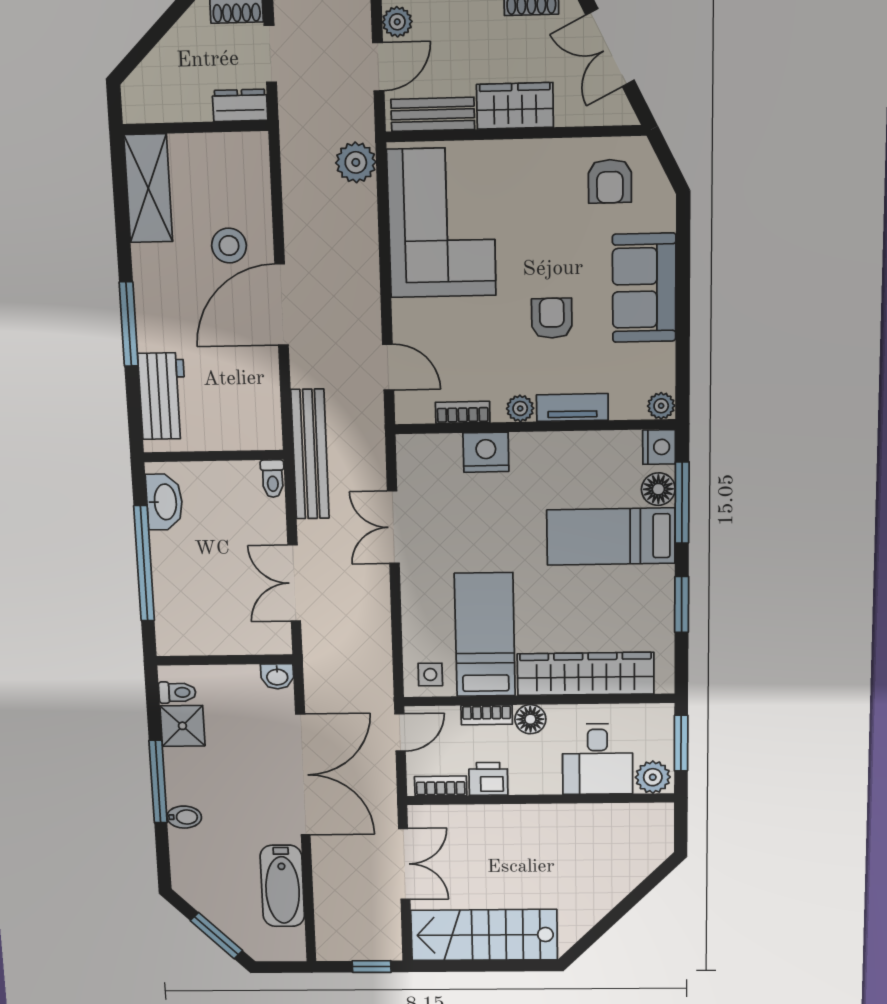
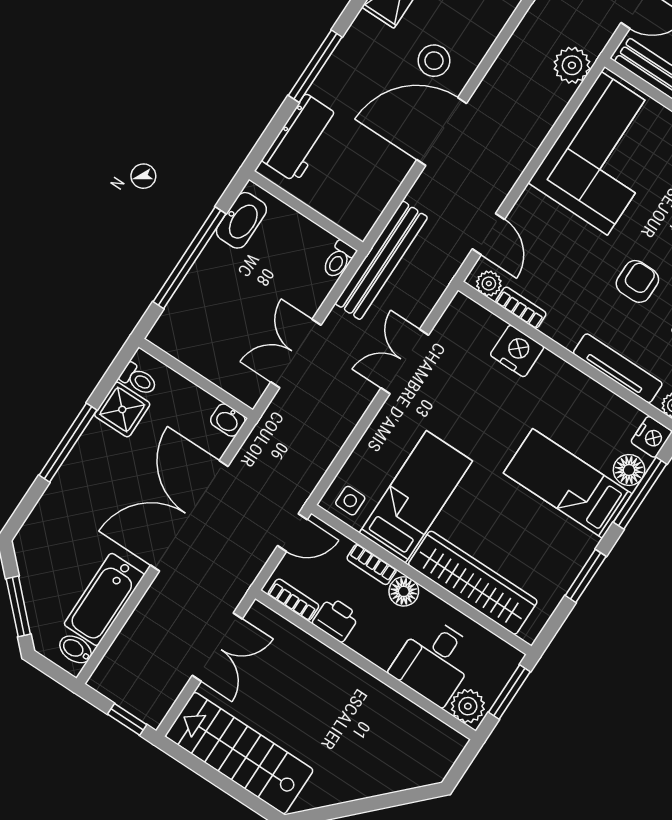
plant: (520, 408) -> (489, 284), moved
tv unit: (572, 408) -> (618, 368), width x1.41
double door: (303, 775) -> (189, 516), swing flipped
bidet: (184, 817) -> (75, 649), moved, turned 180

